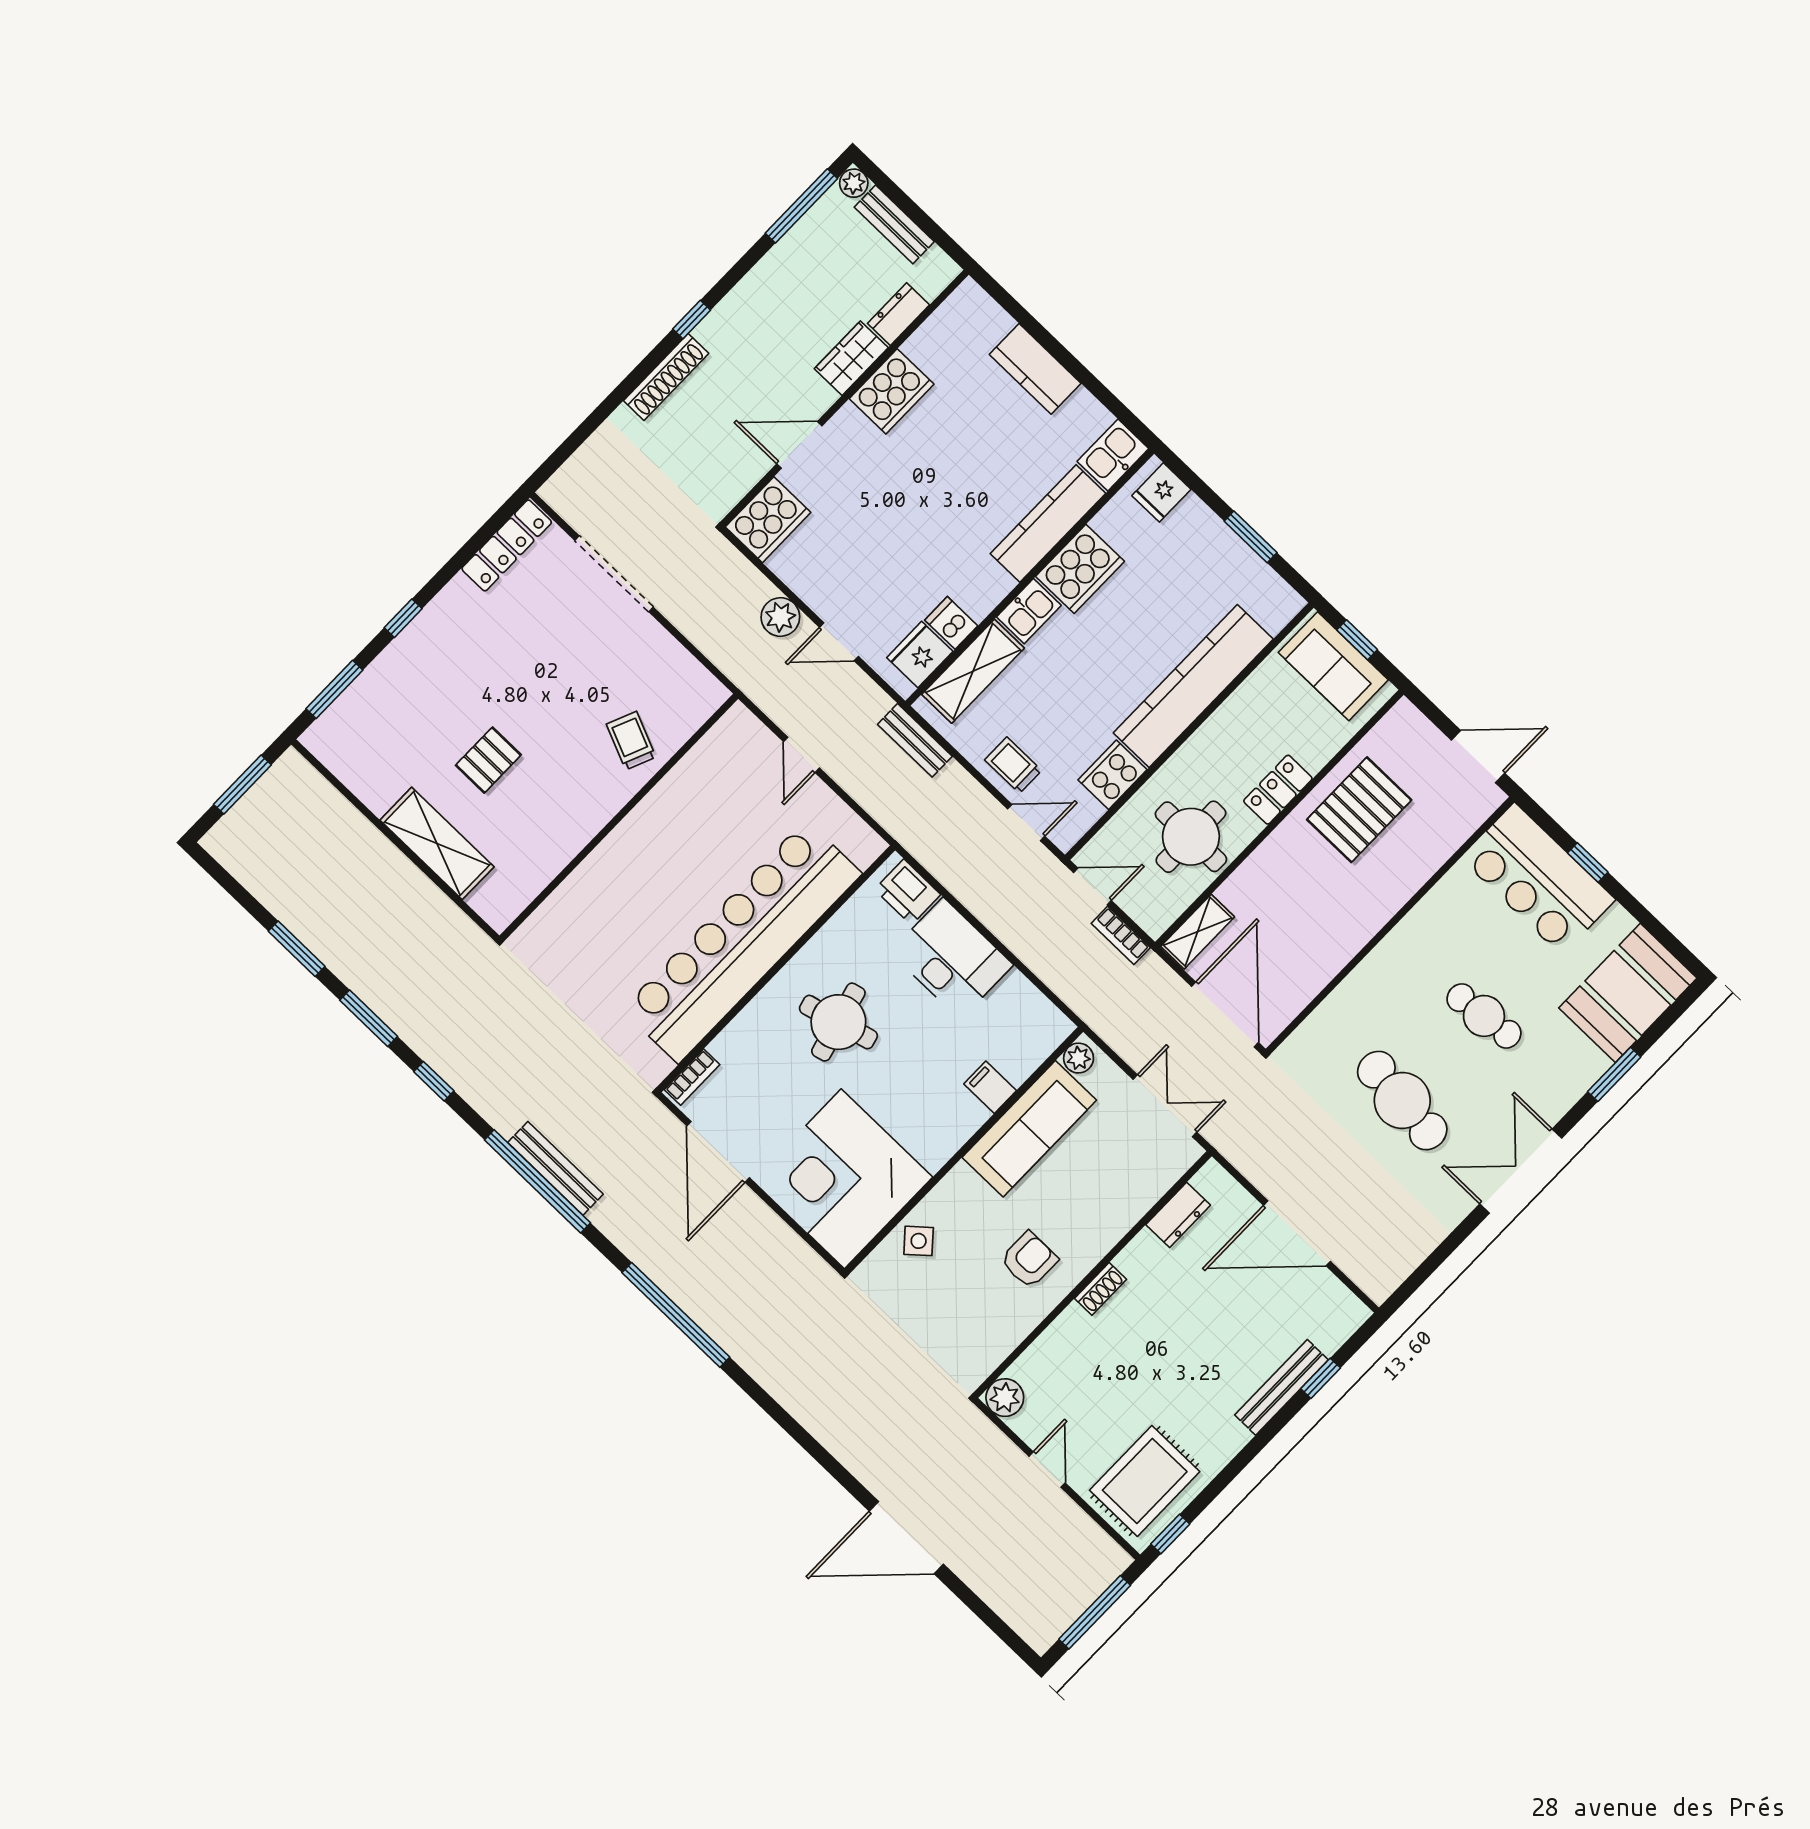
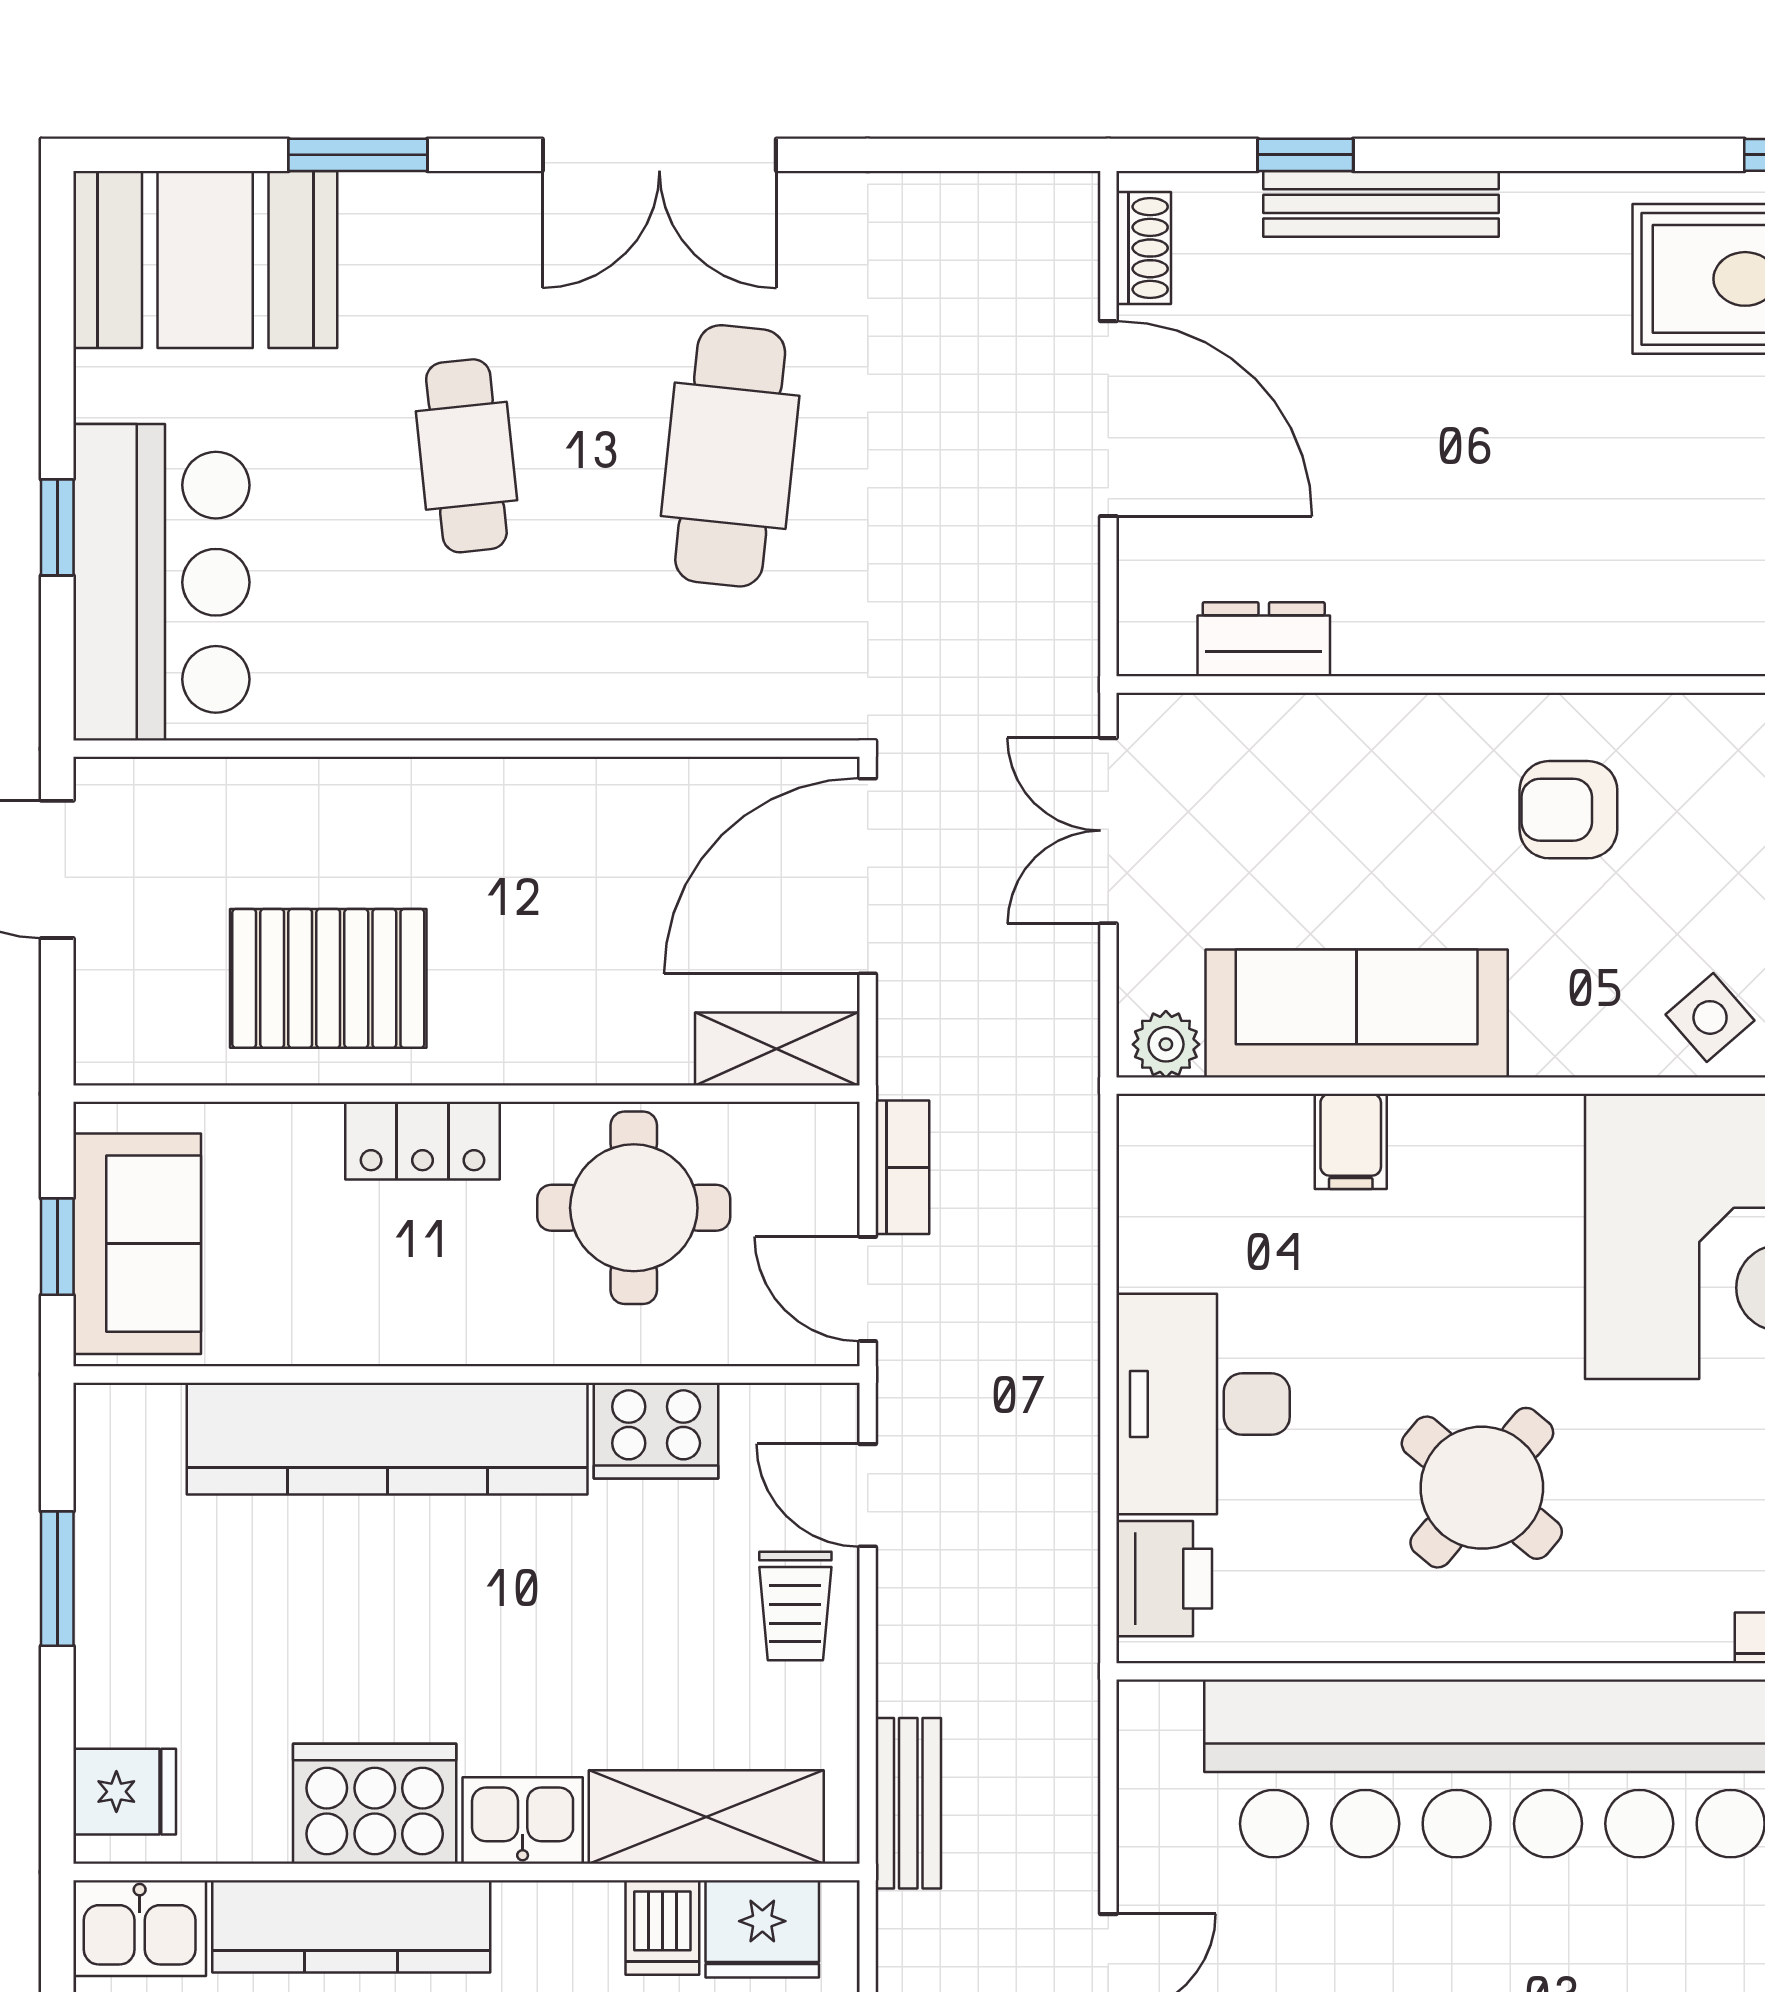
round table: (838, 1022) -> (1482, 1488), turned -35
shoe rack: (1101, 1289) -> (1144, 248), moved, turned 90

